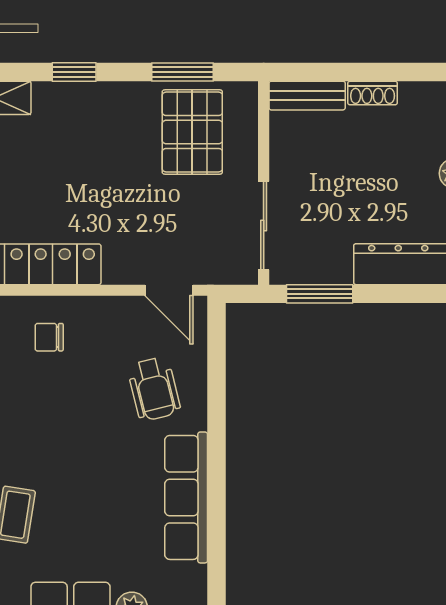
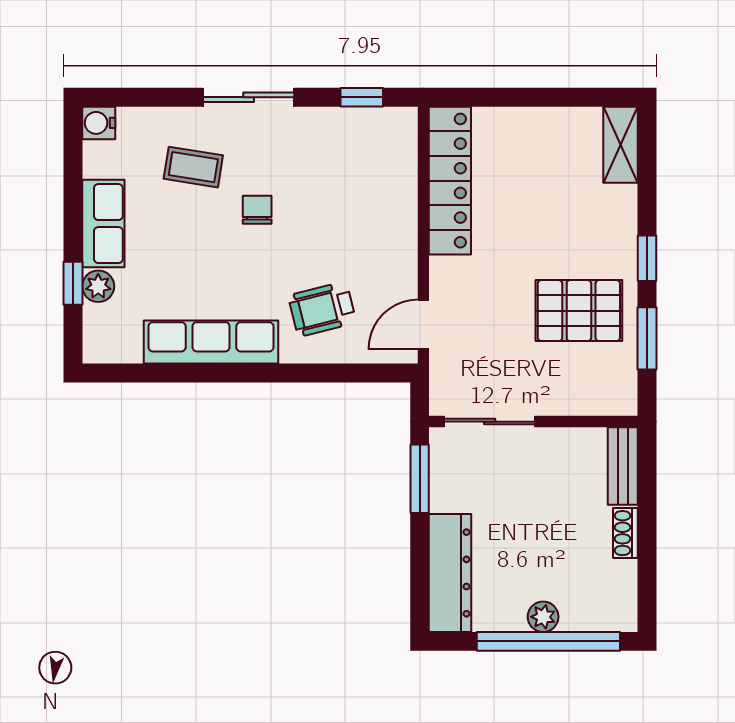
window: (74, 72) -> (647, 258), moved
pallet: (192, 132) -> (579, 311), moved
chair: (49, 337) -> (257, 210), moved

